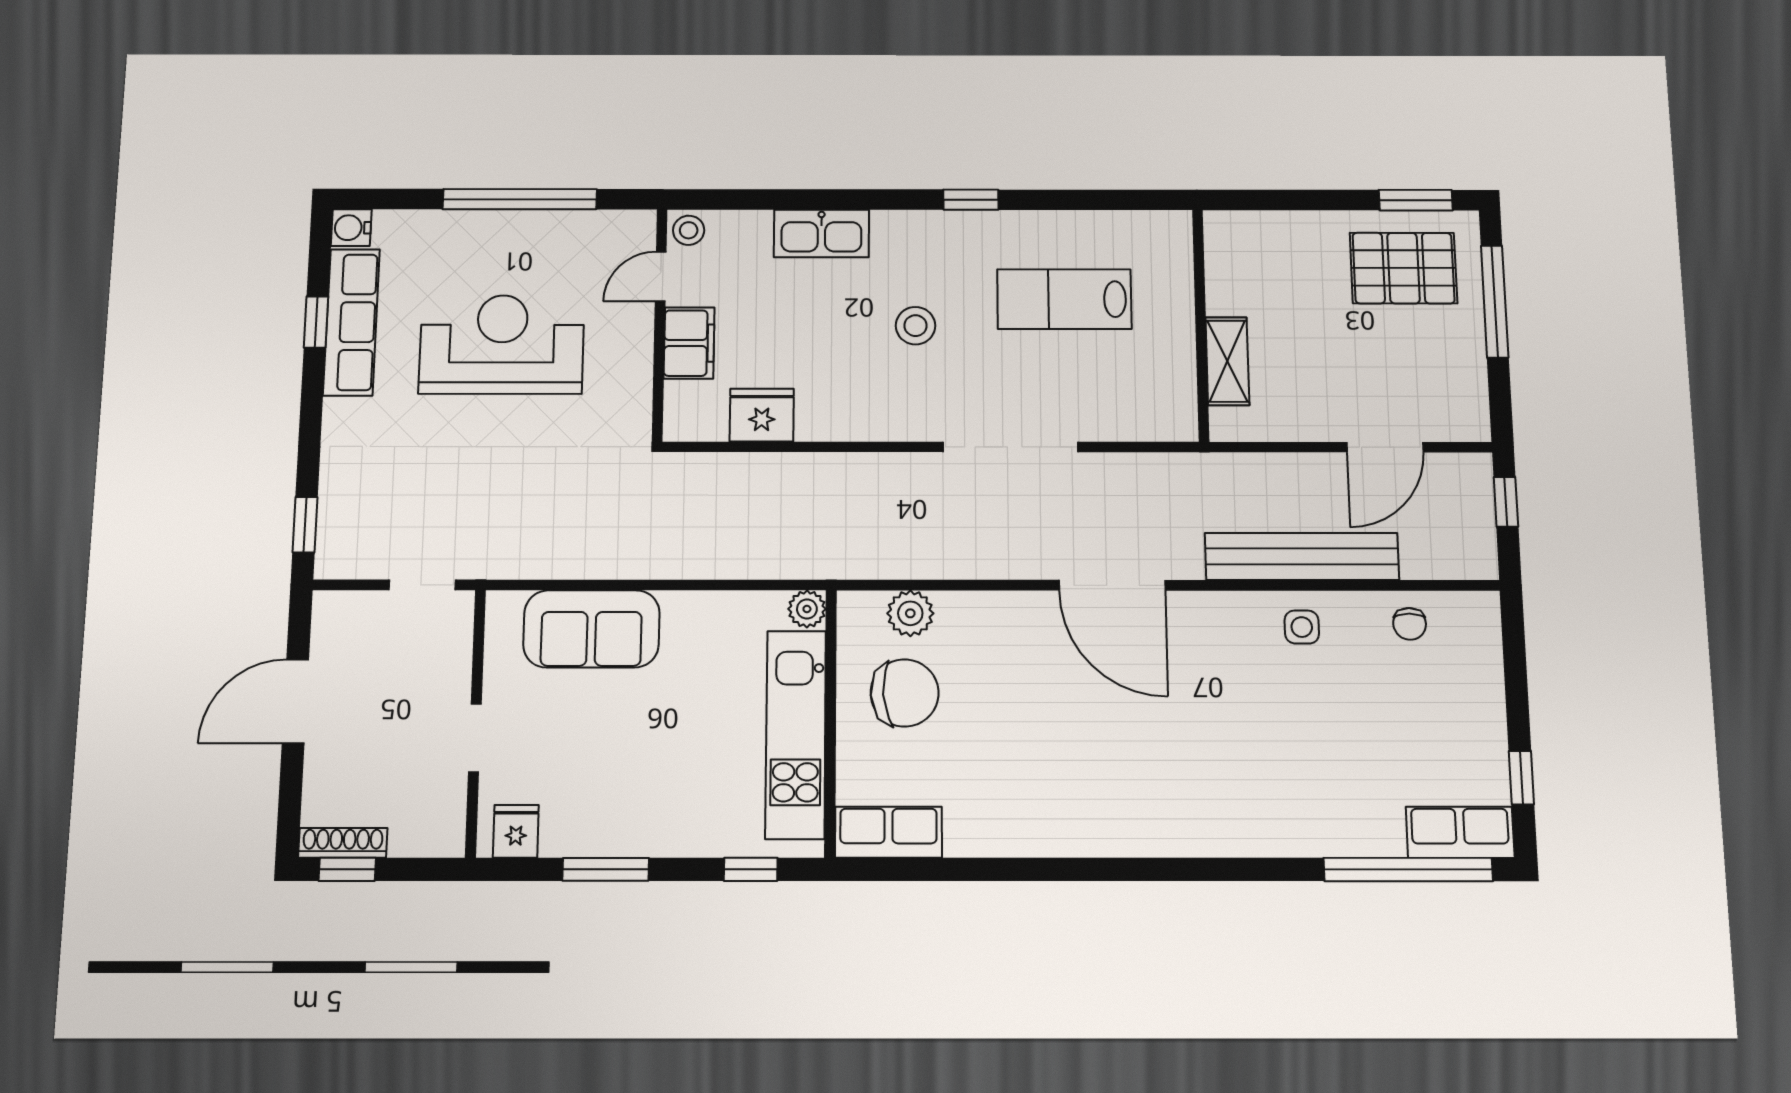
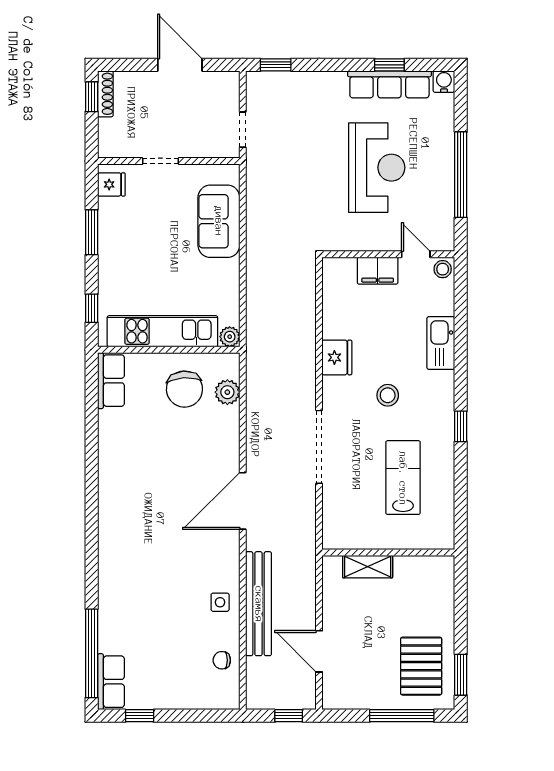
fridge: (762, 415) -> (337, 357), moved

